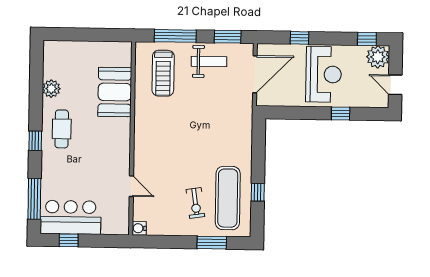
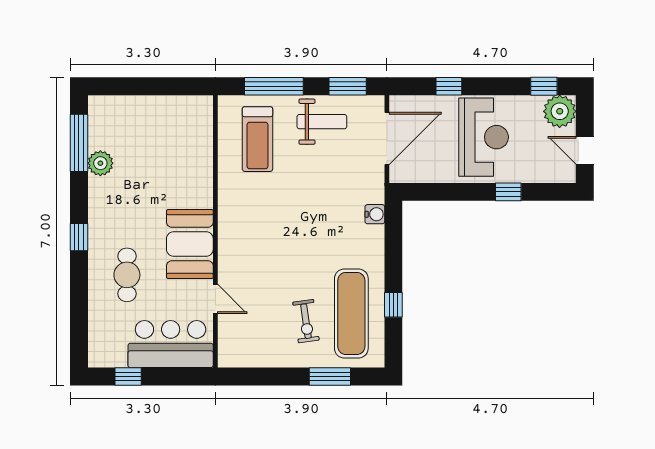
booth: (115, 92) -> (190, 244), moved
cafe table: (62, 129) -> (127, 275), moved
window: (34, 199) -> (79, 143), moved
bar counter: (71, 217) -> (171, 344), moved
water cooler: (139, 228) -> (375, 214), moved, turned 180

